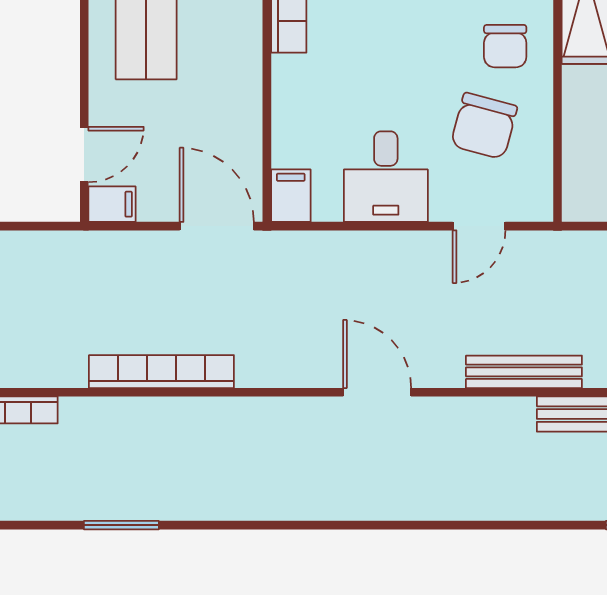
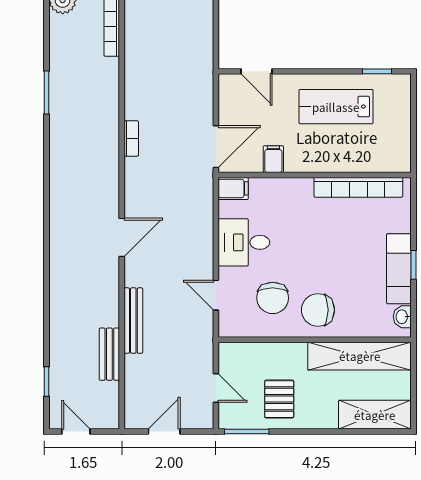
chair: (505, 46) -> (318, 310), width x1.37, depth x1.37
chair: (484, 126) -> (273, 298), turned -105
filing cabinet: (112, 204) -> (273, 159), moved, turned 180
bookcase: (161, 372) -> (131, 139), width x0.43, depth x0.76

